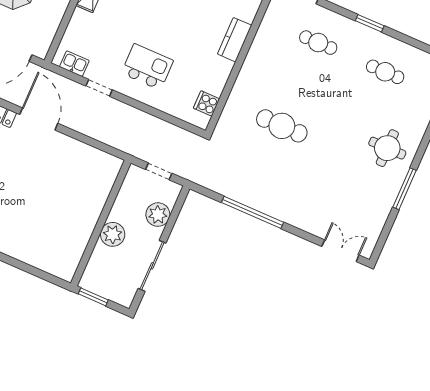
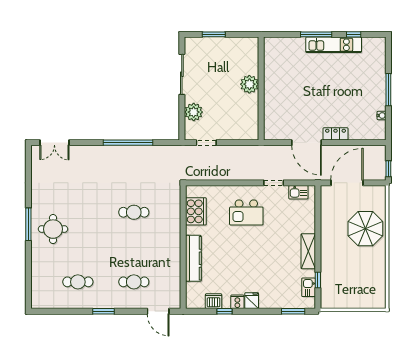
kitchen counter: (235, 40) -> (193, 258), width x1.50
cooker: (207, 103) -> (196, 211), width x1.87, depth x1.31
cafe table: (282, 126) -> (134, 212), width x0.73, depth x0.74
window: (404, 189) -> (28, 224), moved
wall: (101, 223) -> (261, 89), moved
plant: (113, 234) -> (249, 84), moved

